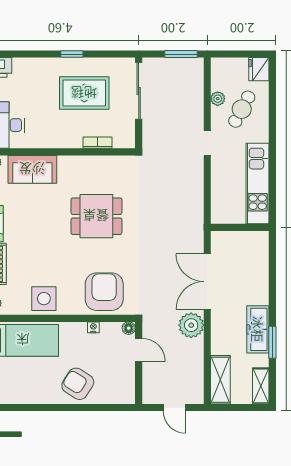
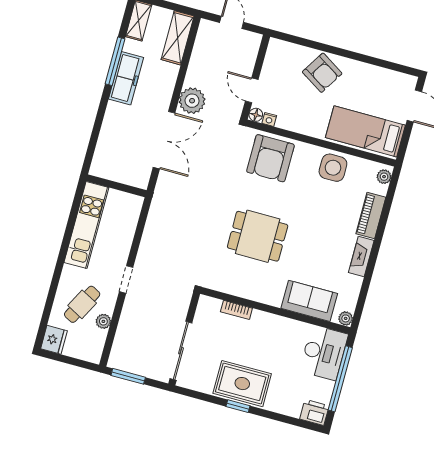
rug: (84, 93) -> (242, 384), moved
nightstand: (93, 327) -> (269, 119), moved
window: (272, 342) -> (115, 61), width x1.44

